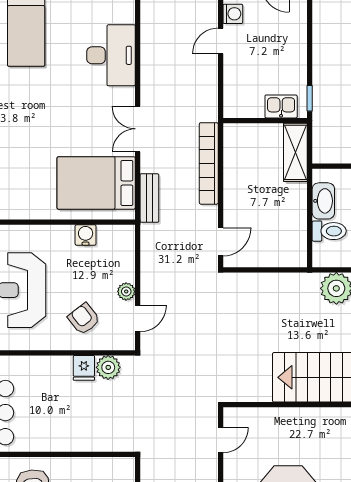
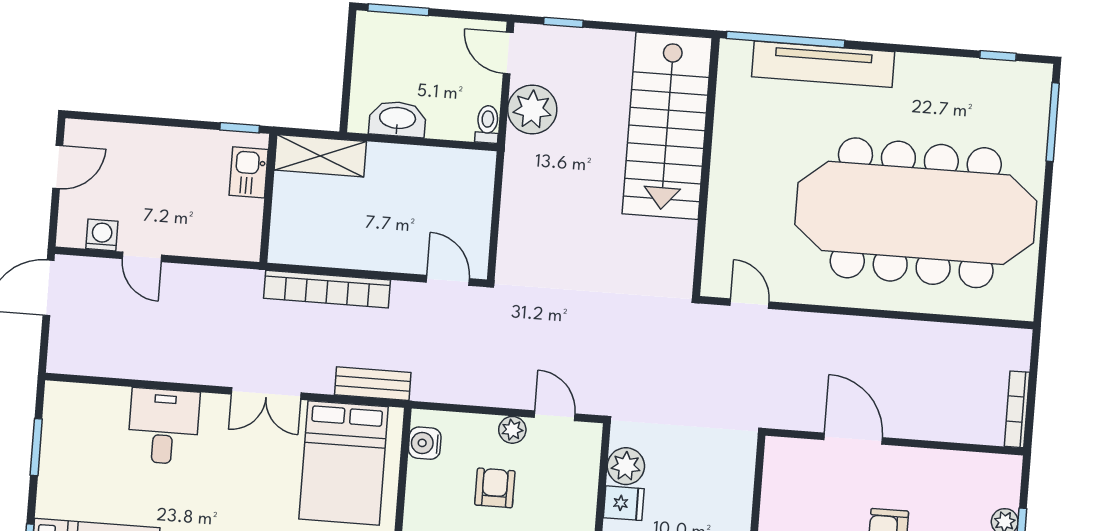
desk: (111, 55) -> (164, 426), width x0.73
toilet: (329, 231) -> (487, 124), moved, width x0.73, depth x0.72
water cooler: (86, 235) -> (425, 443), moved
armchair: (84, 319) -> (495, 488), moved, turned 128

